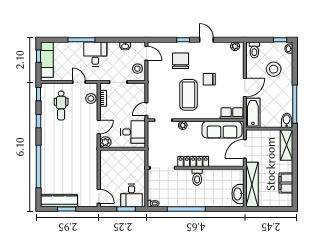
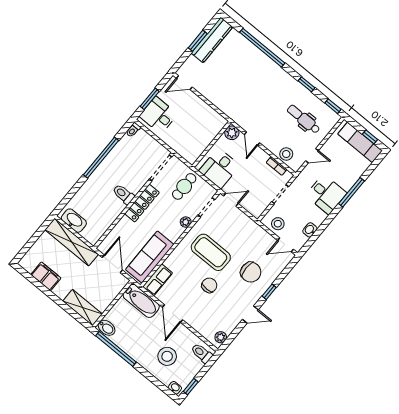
door: (146, 109) -> (231, 200), hinge flipped
cafe table: (162, 144) -> (184, 186), added

